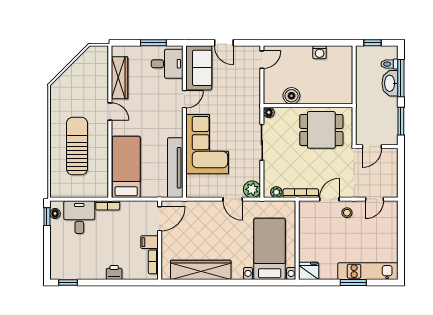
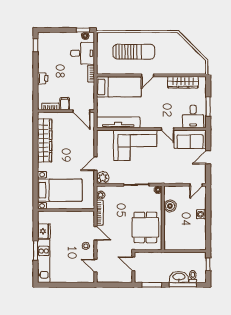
washing machine: (320, 52) -> (201, 214), moved
door: (262, 60) -> (196, 185), hinge flipped
door: (110, 111) -> (148, 75), moved
fridge: (309, 271) -> (44, 231), moved

